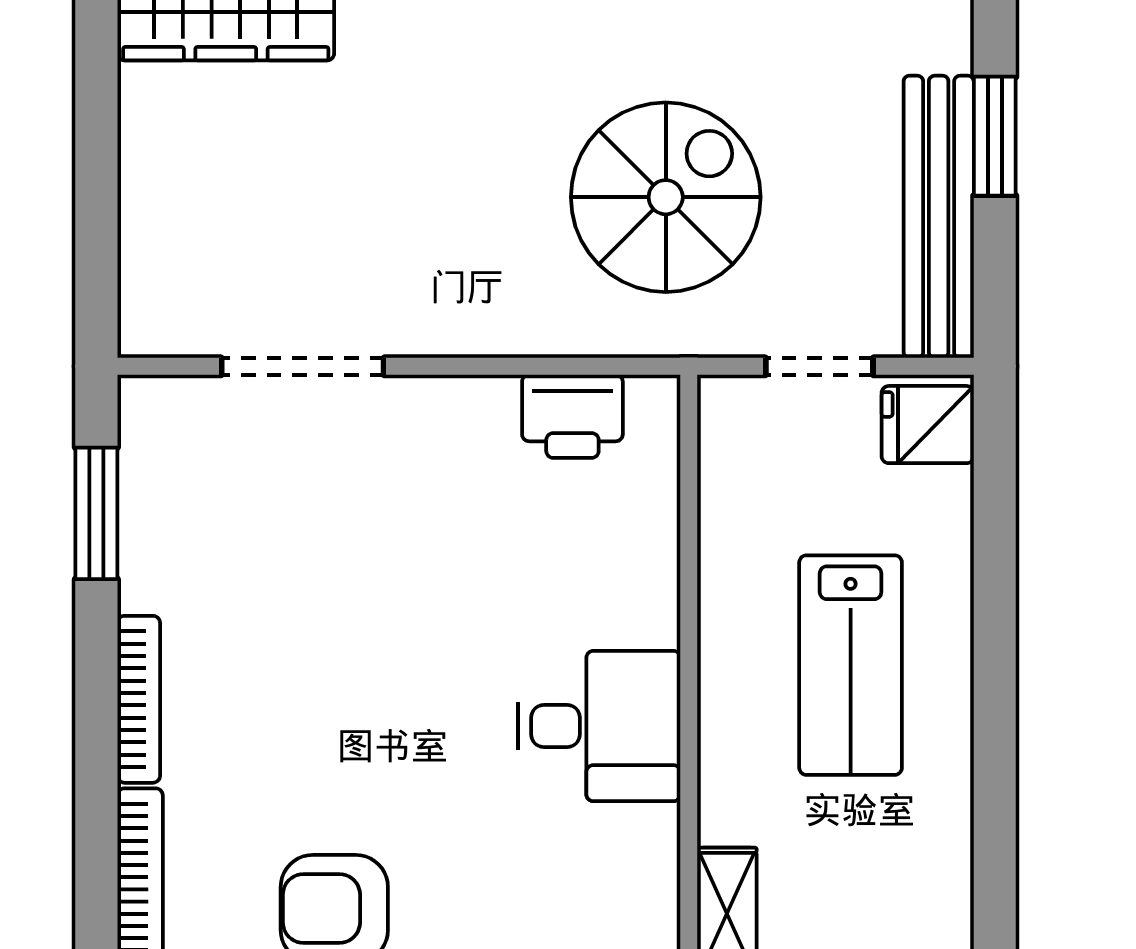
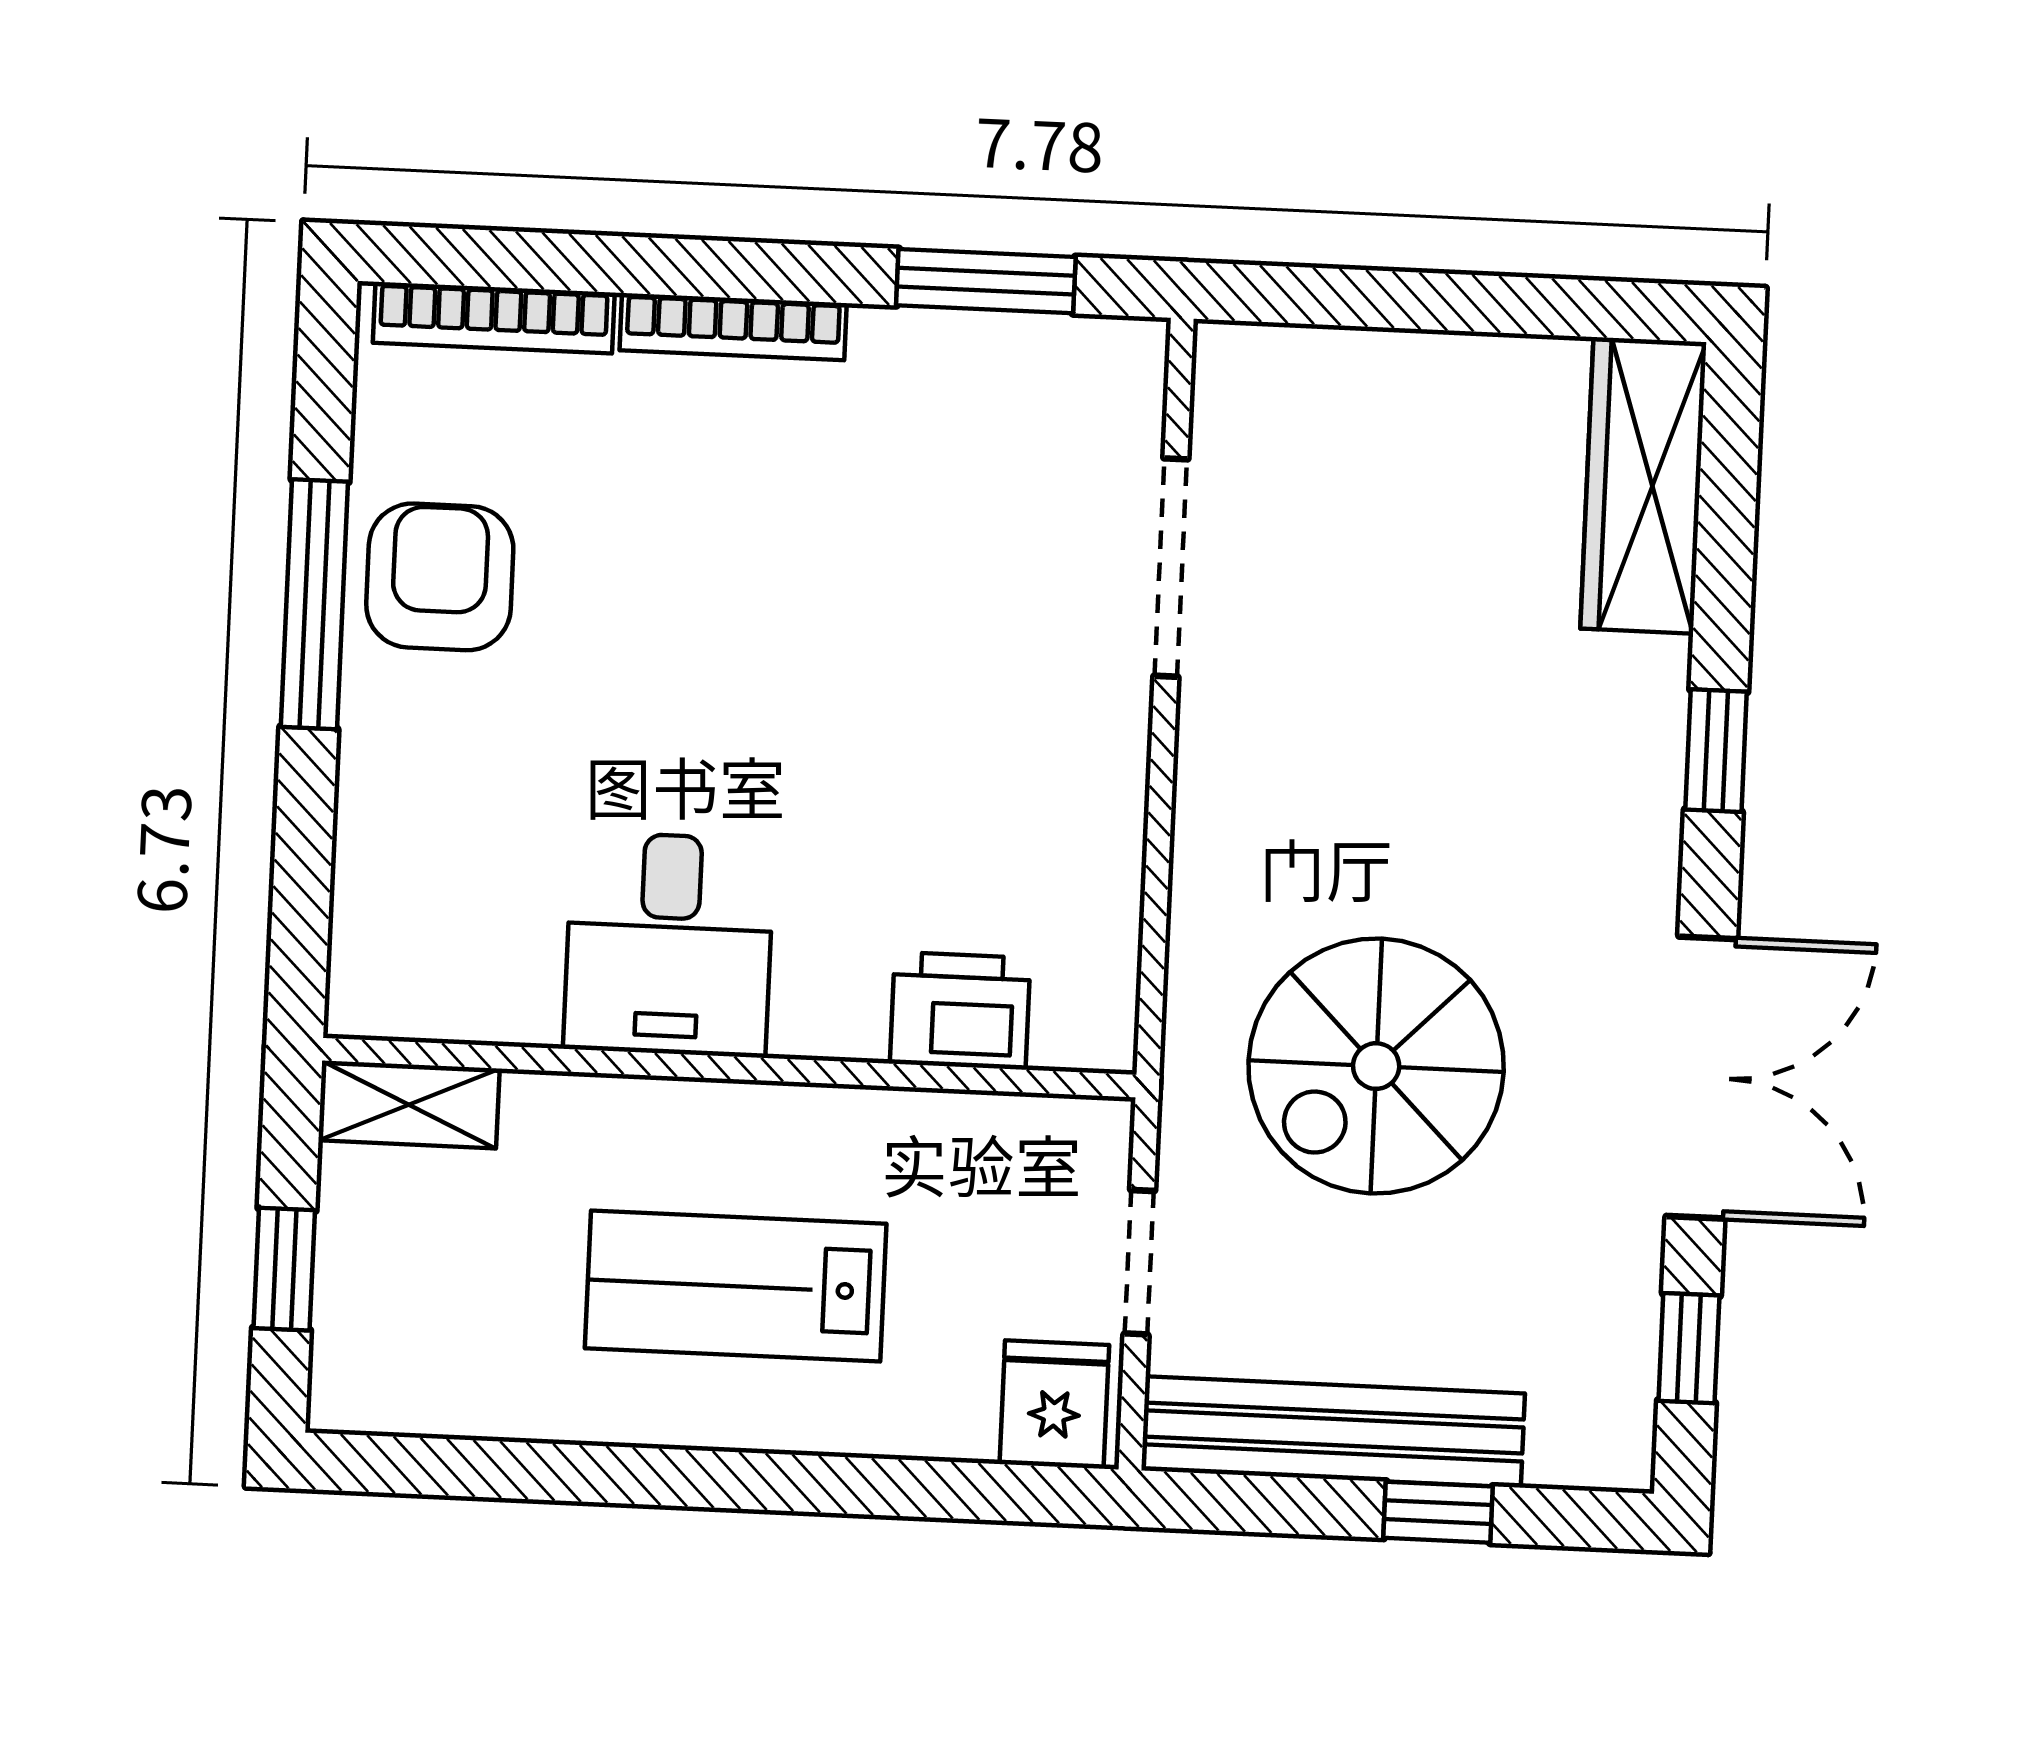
window: (995, 136) -> (1438, 1512), width x0.67
spiral stairs: (666, 197) -> (1376, 1066), turned 90
printer: (572, 416) -> (960, 1011), moved, turned 90

